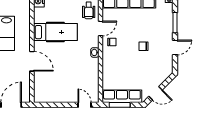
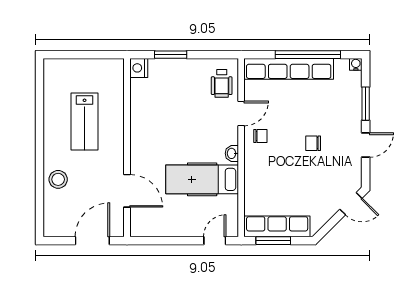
hospital bed: (55, 32) -> (202, 179), moved, turned 180
door: (32, 61) -> (127, 191), moved
door: (156, 93) -> (351, 204), moved
door: (85, 105) -> (215, 241), hinge flipped

